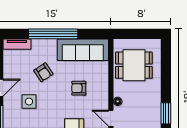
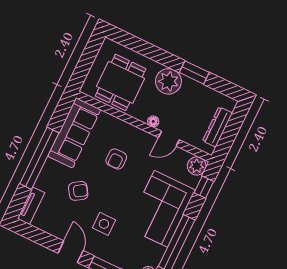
plant: (151, 98) -> (168, 81), added

